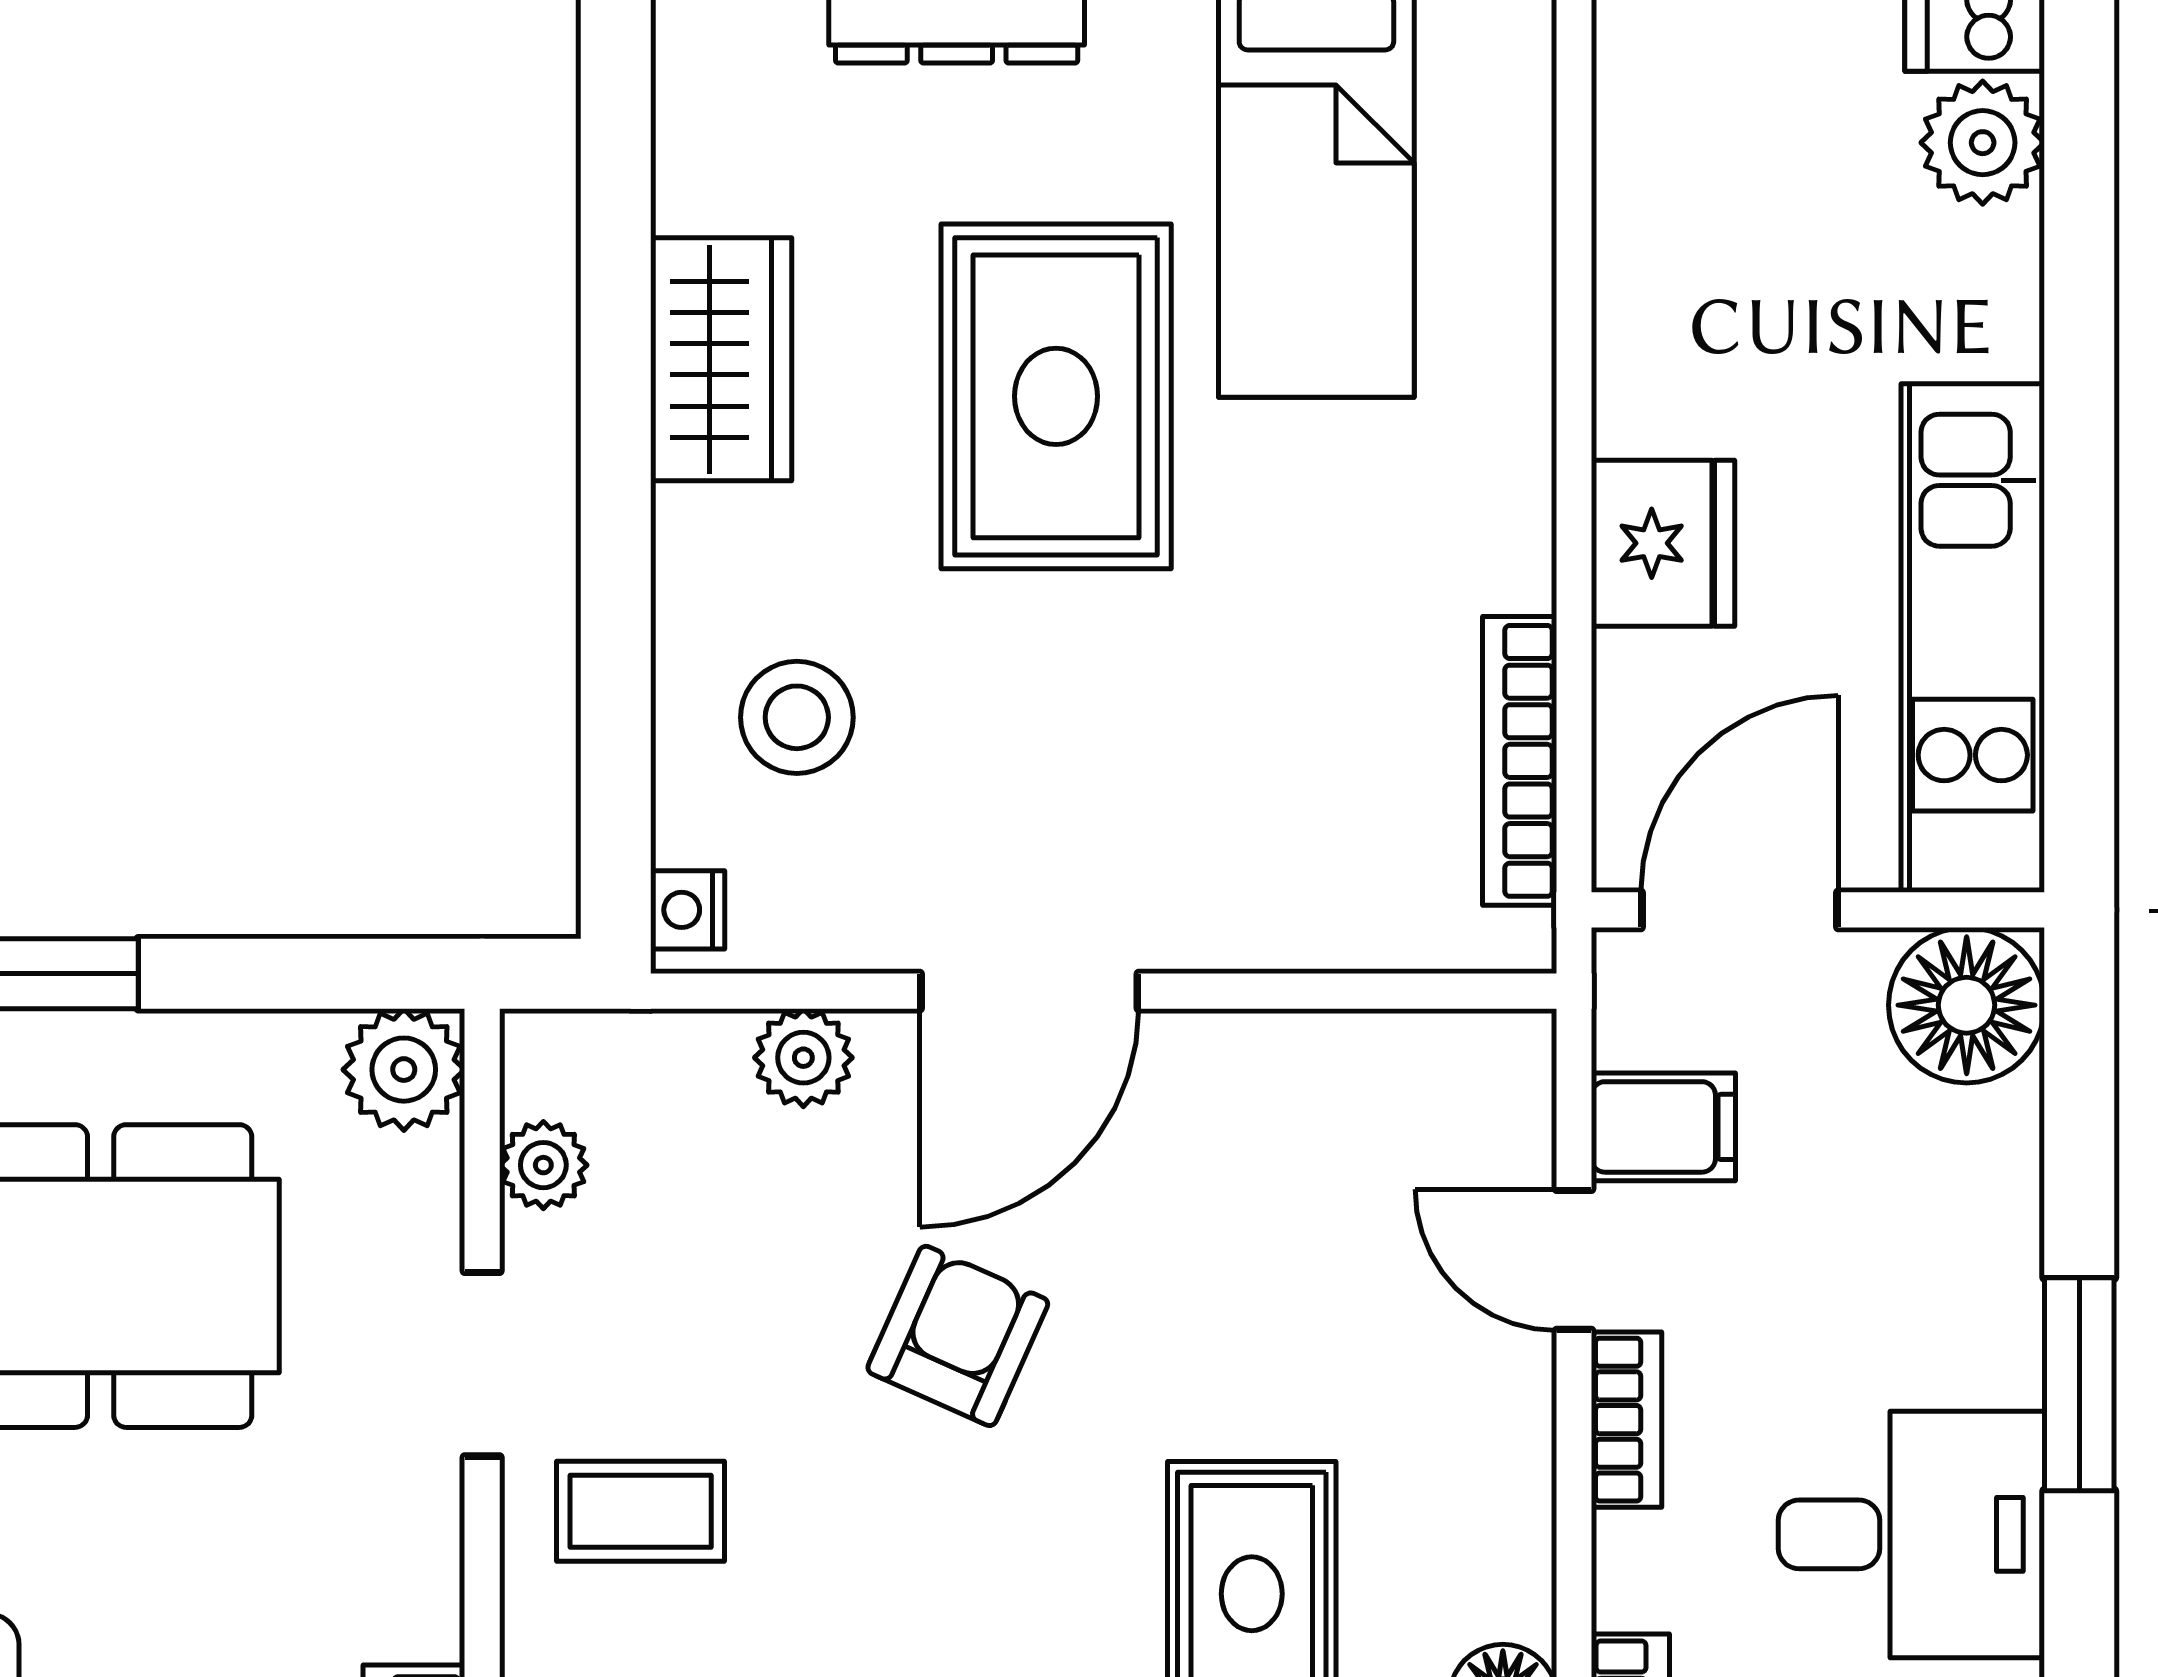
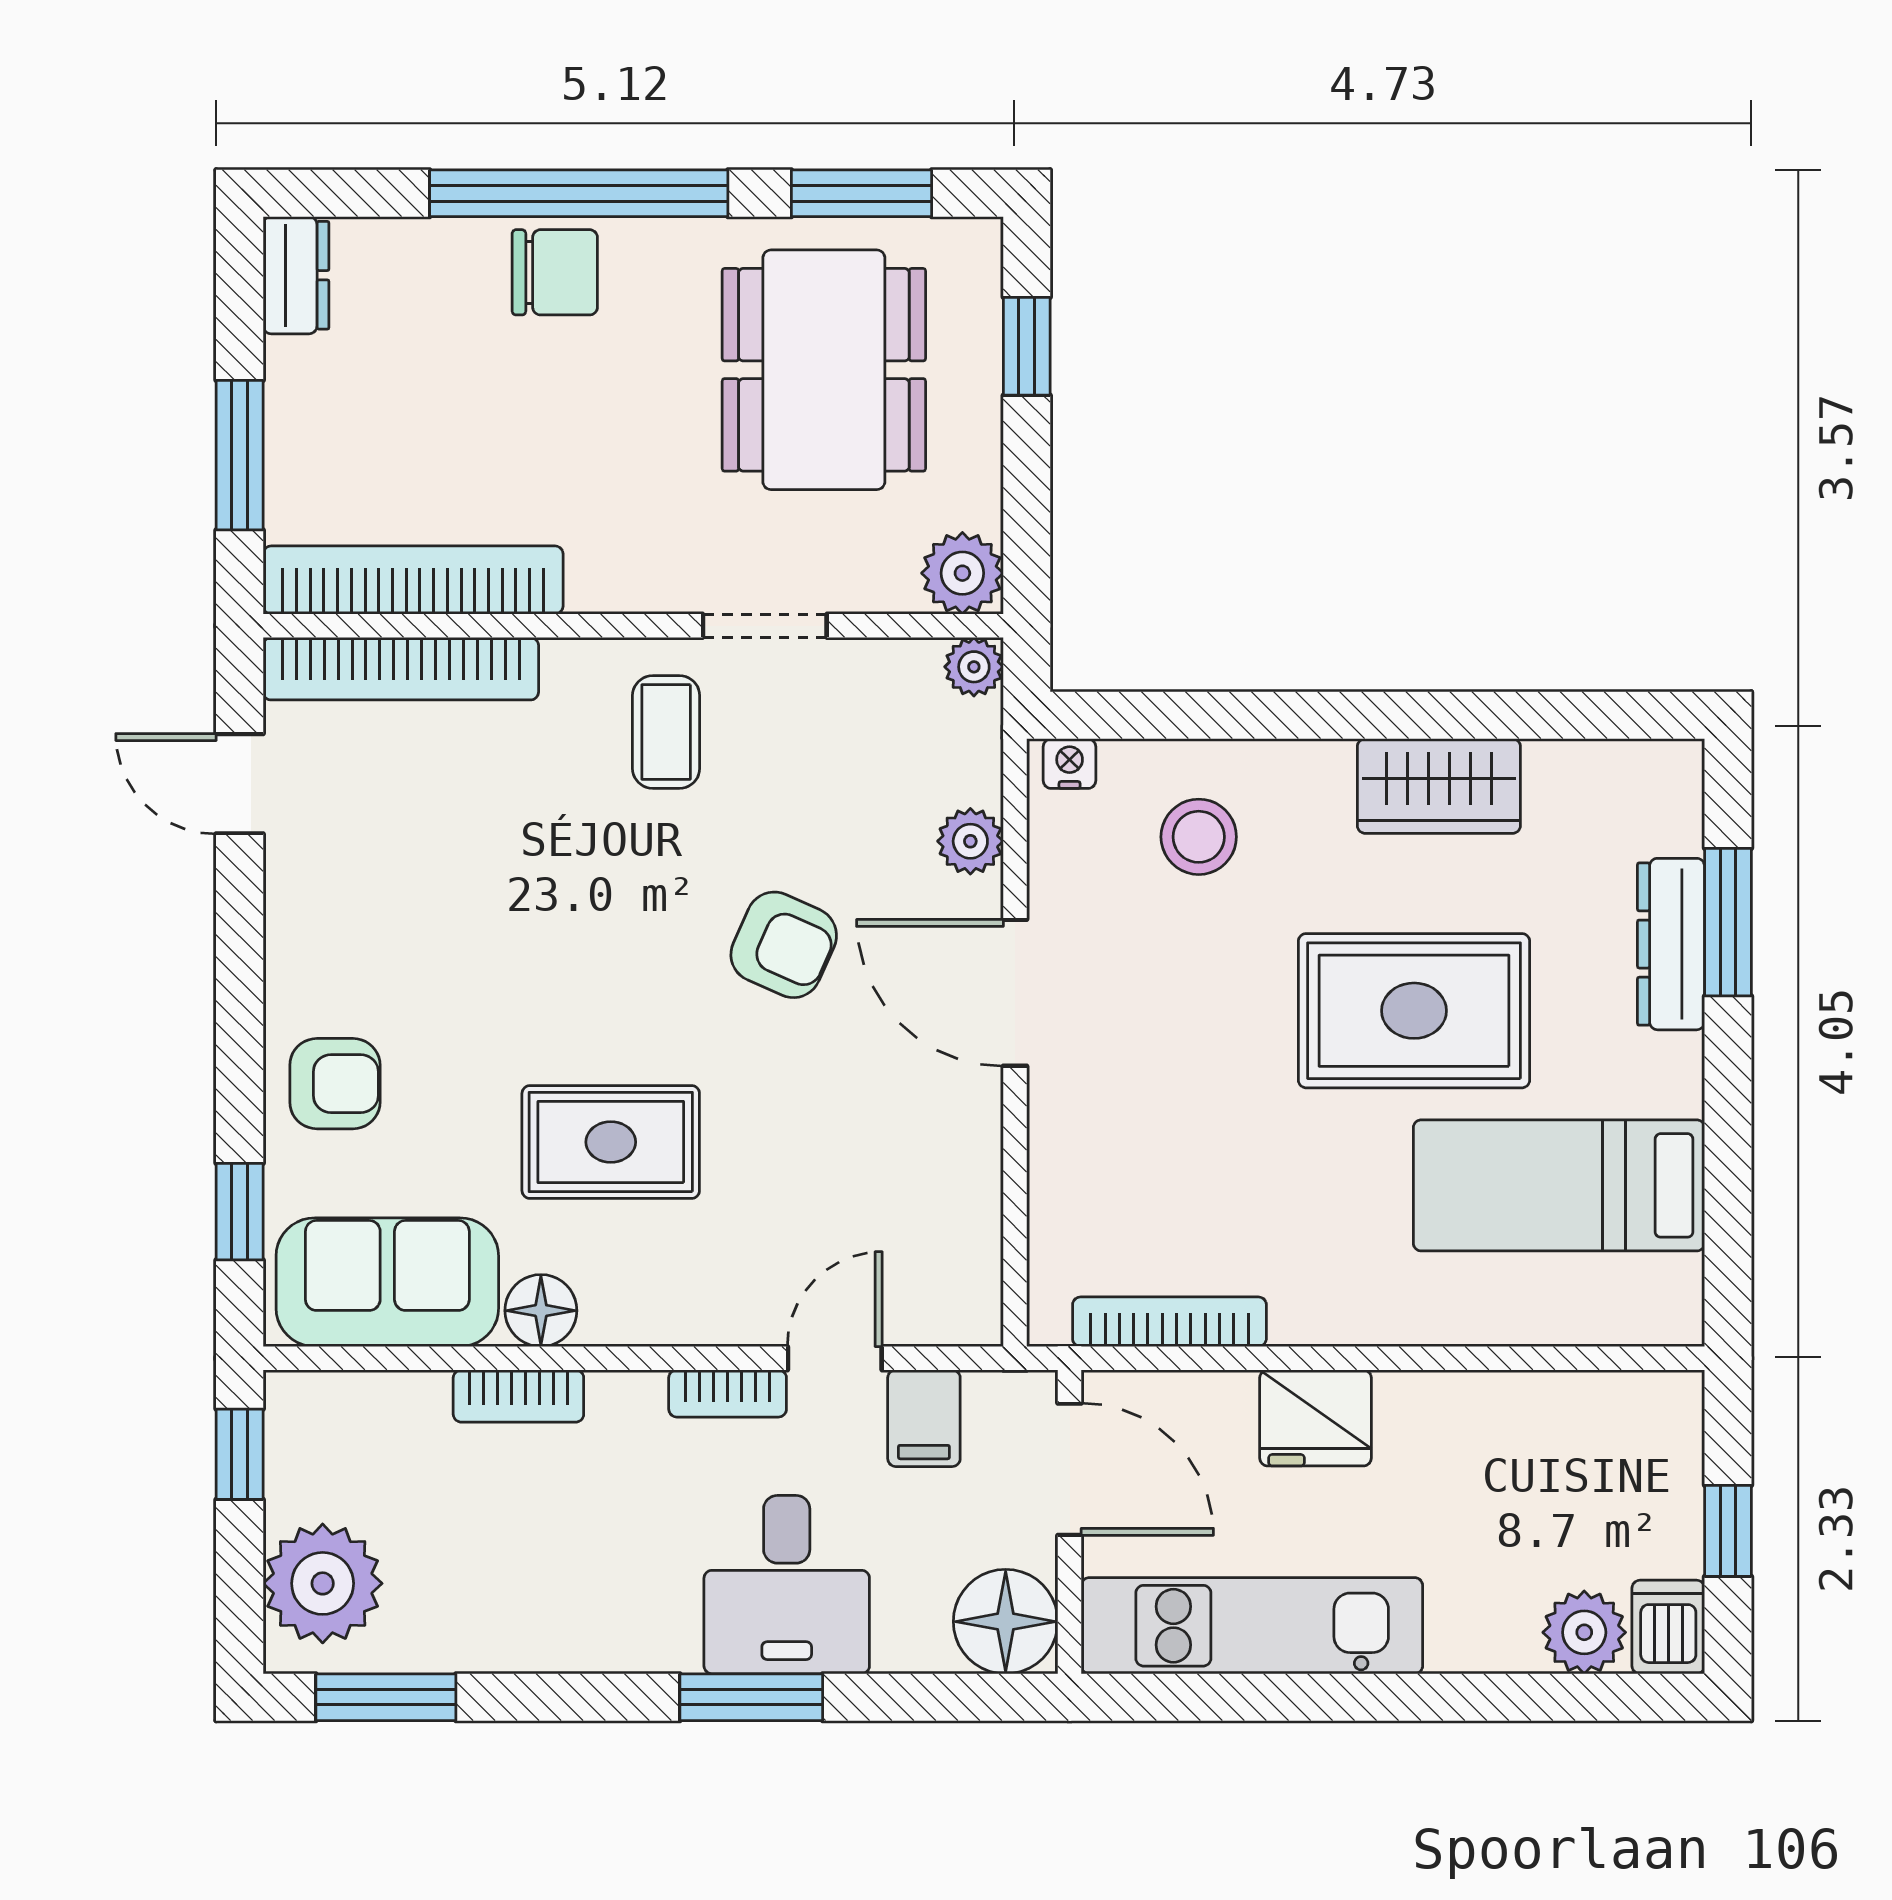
plant: (543, 1165) -> (974, 667), moved
desk: (1911, 1534) -> (787, 1585), moved

